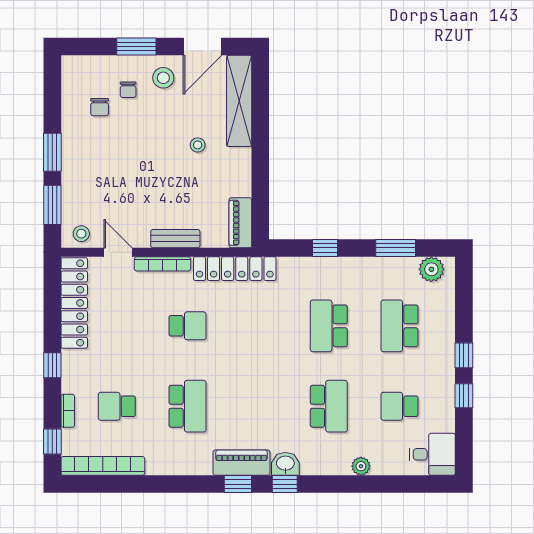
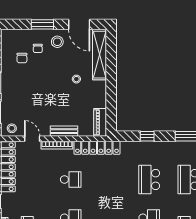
door: (202, 47) -> (79, 24), hinge flipped

